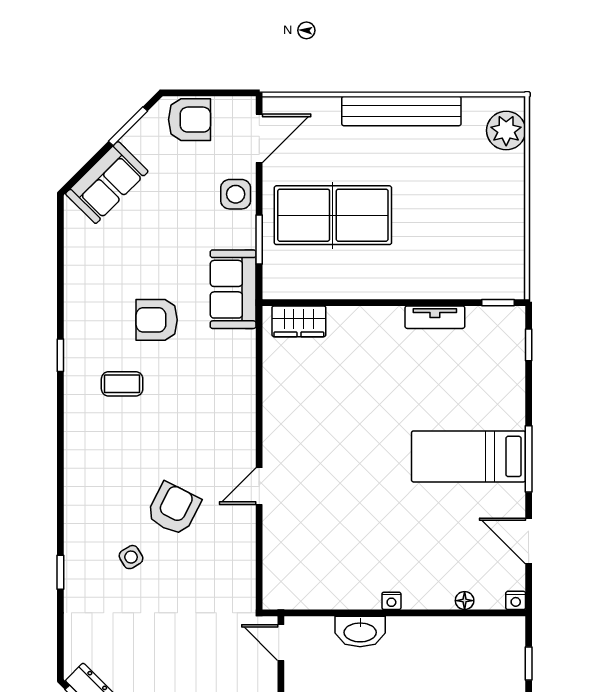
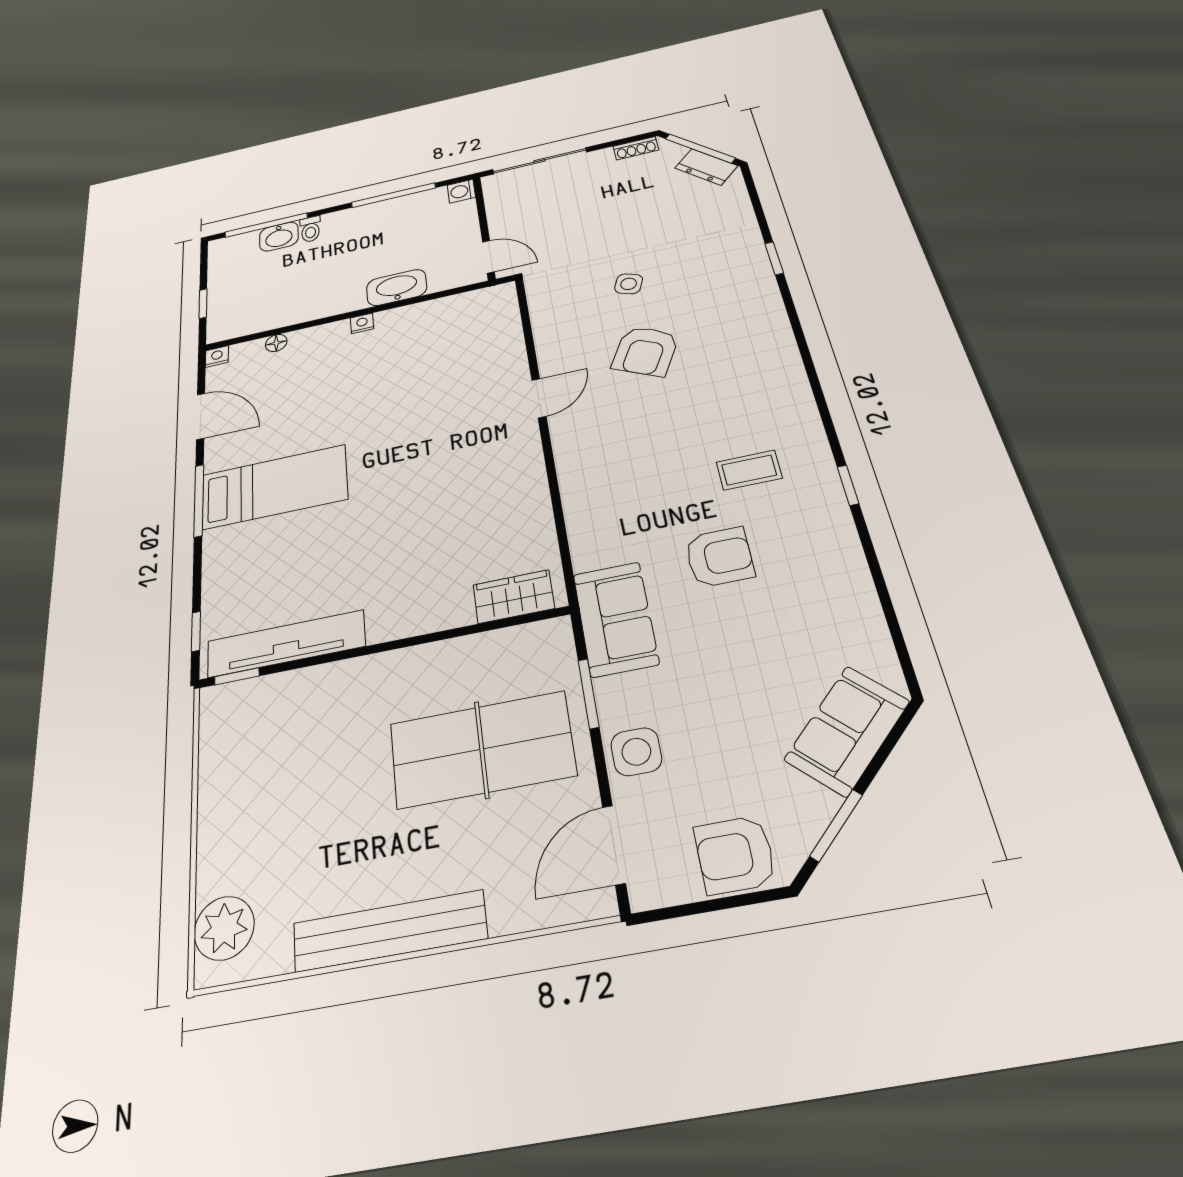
tv unit: (435, 317) -> (286, 644), width x1.92, depth x1.29
side table: (131, 557) -> (629, 284), moved, turned -38

